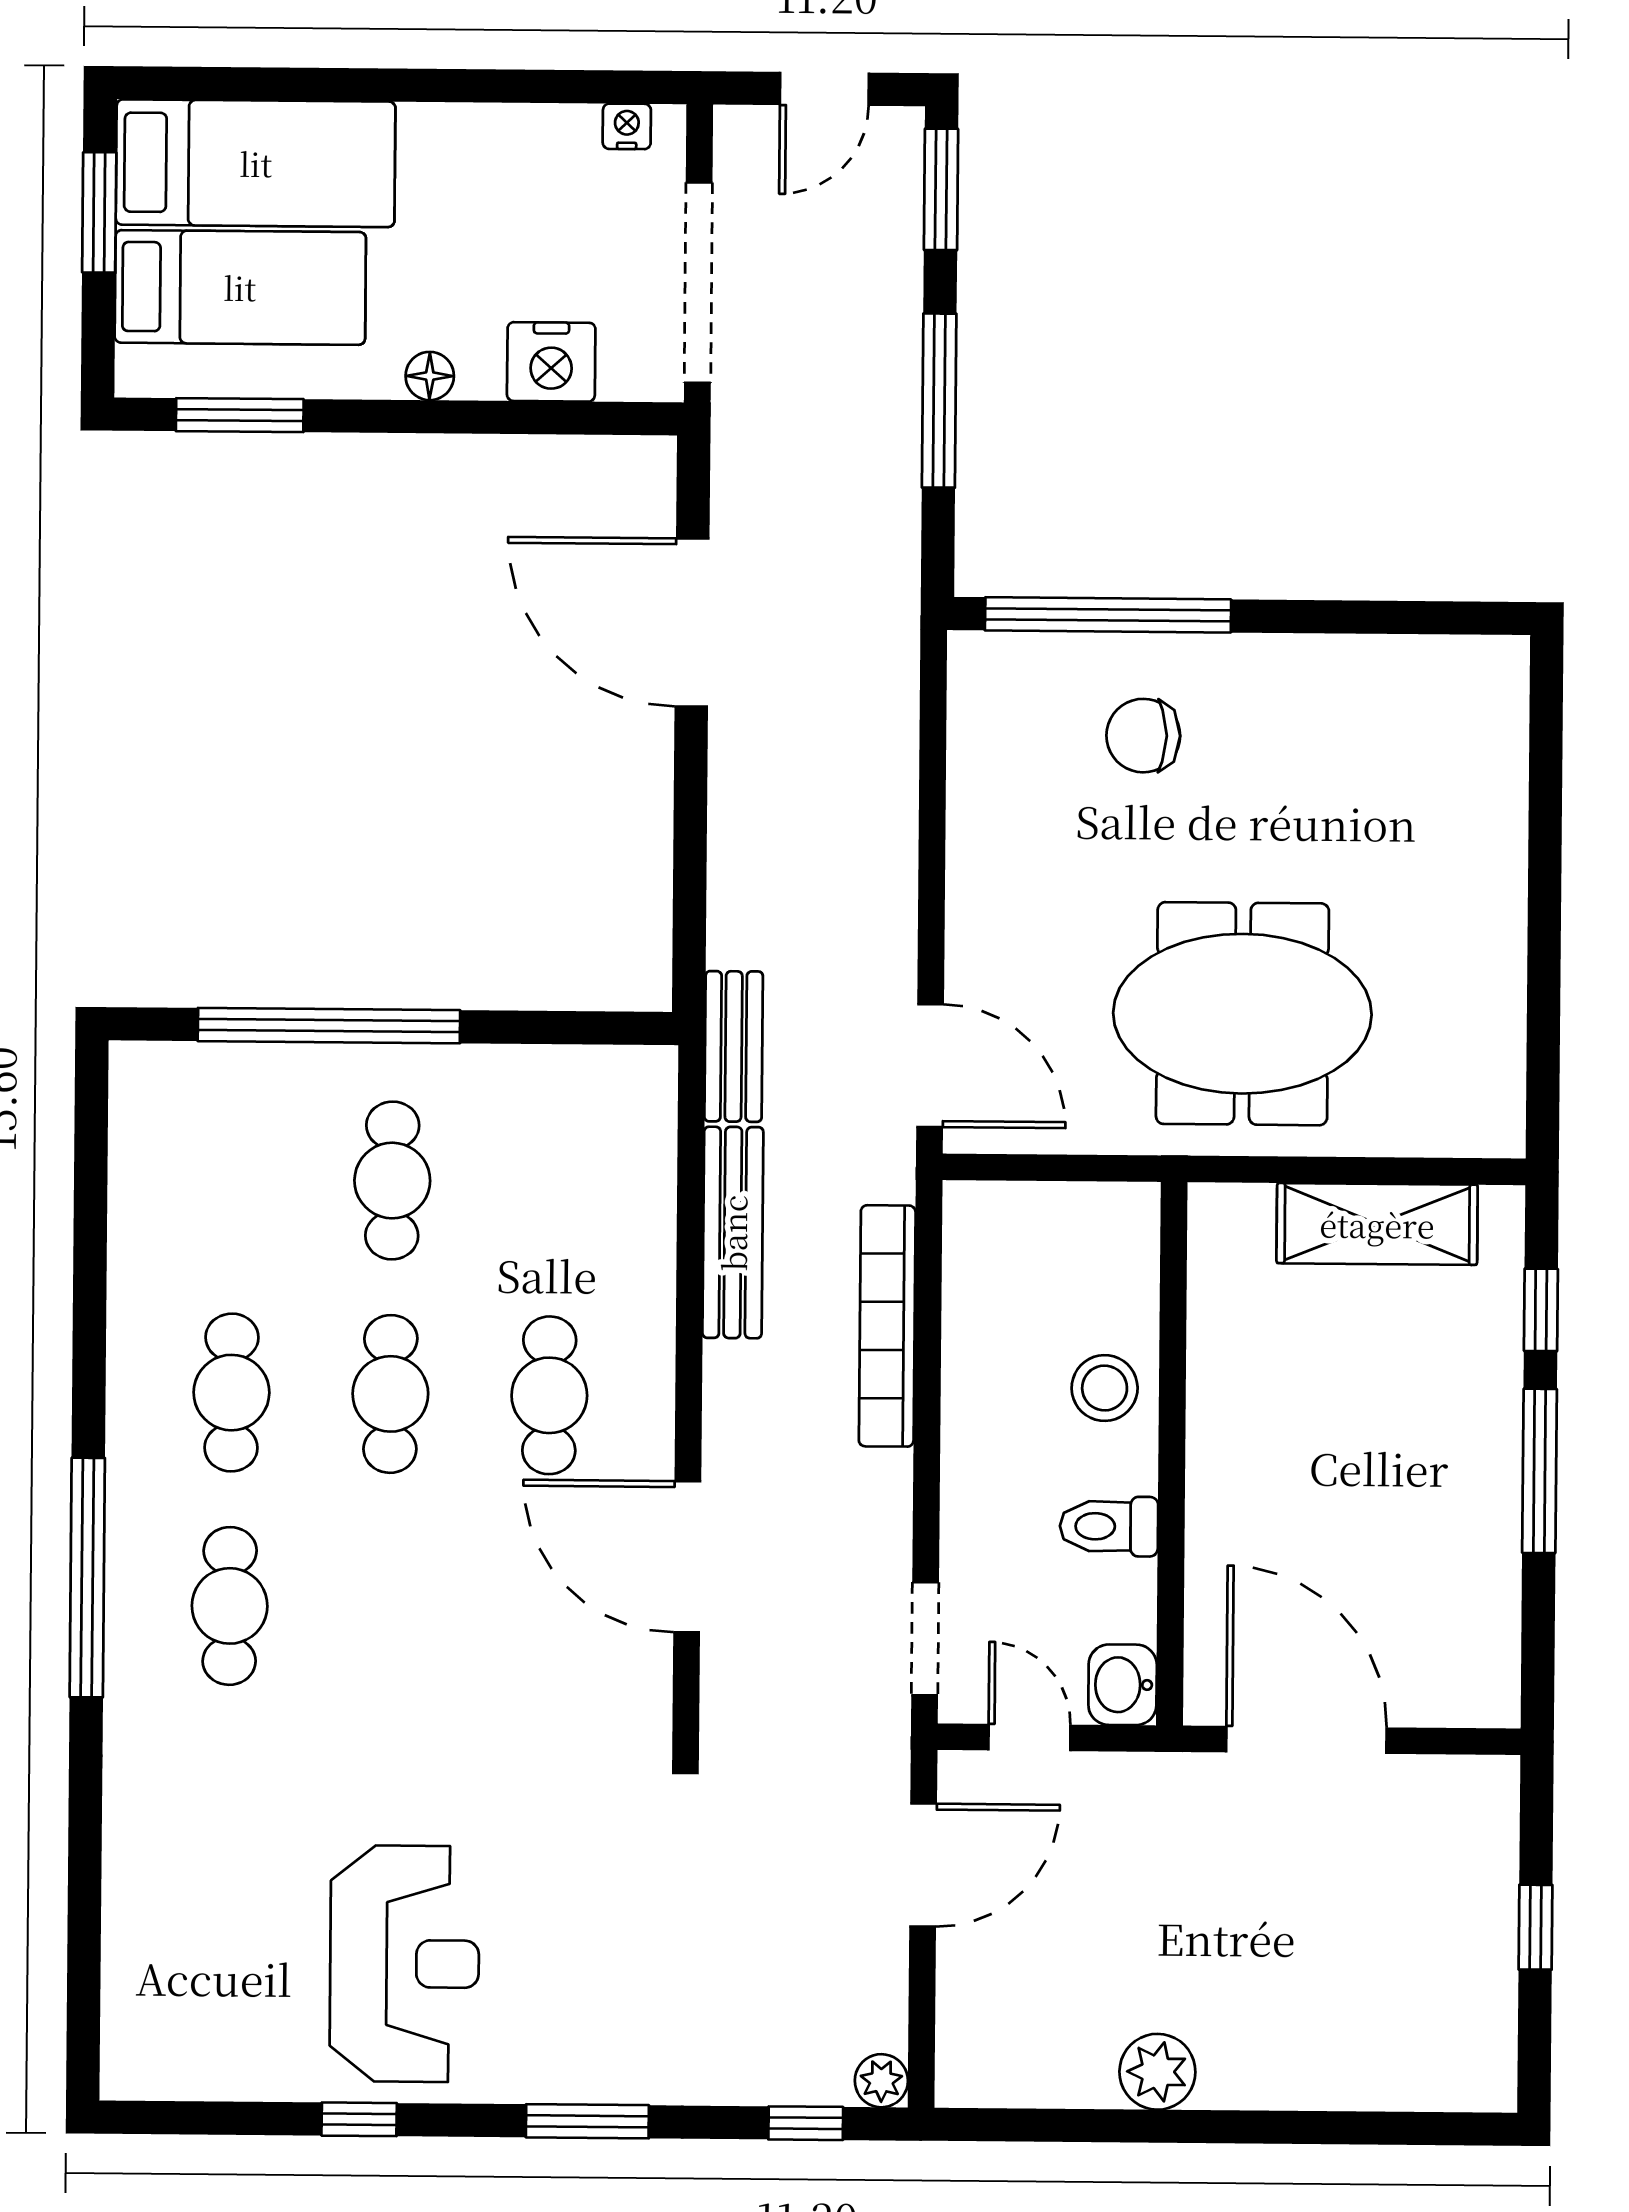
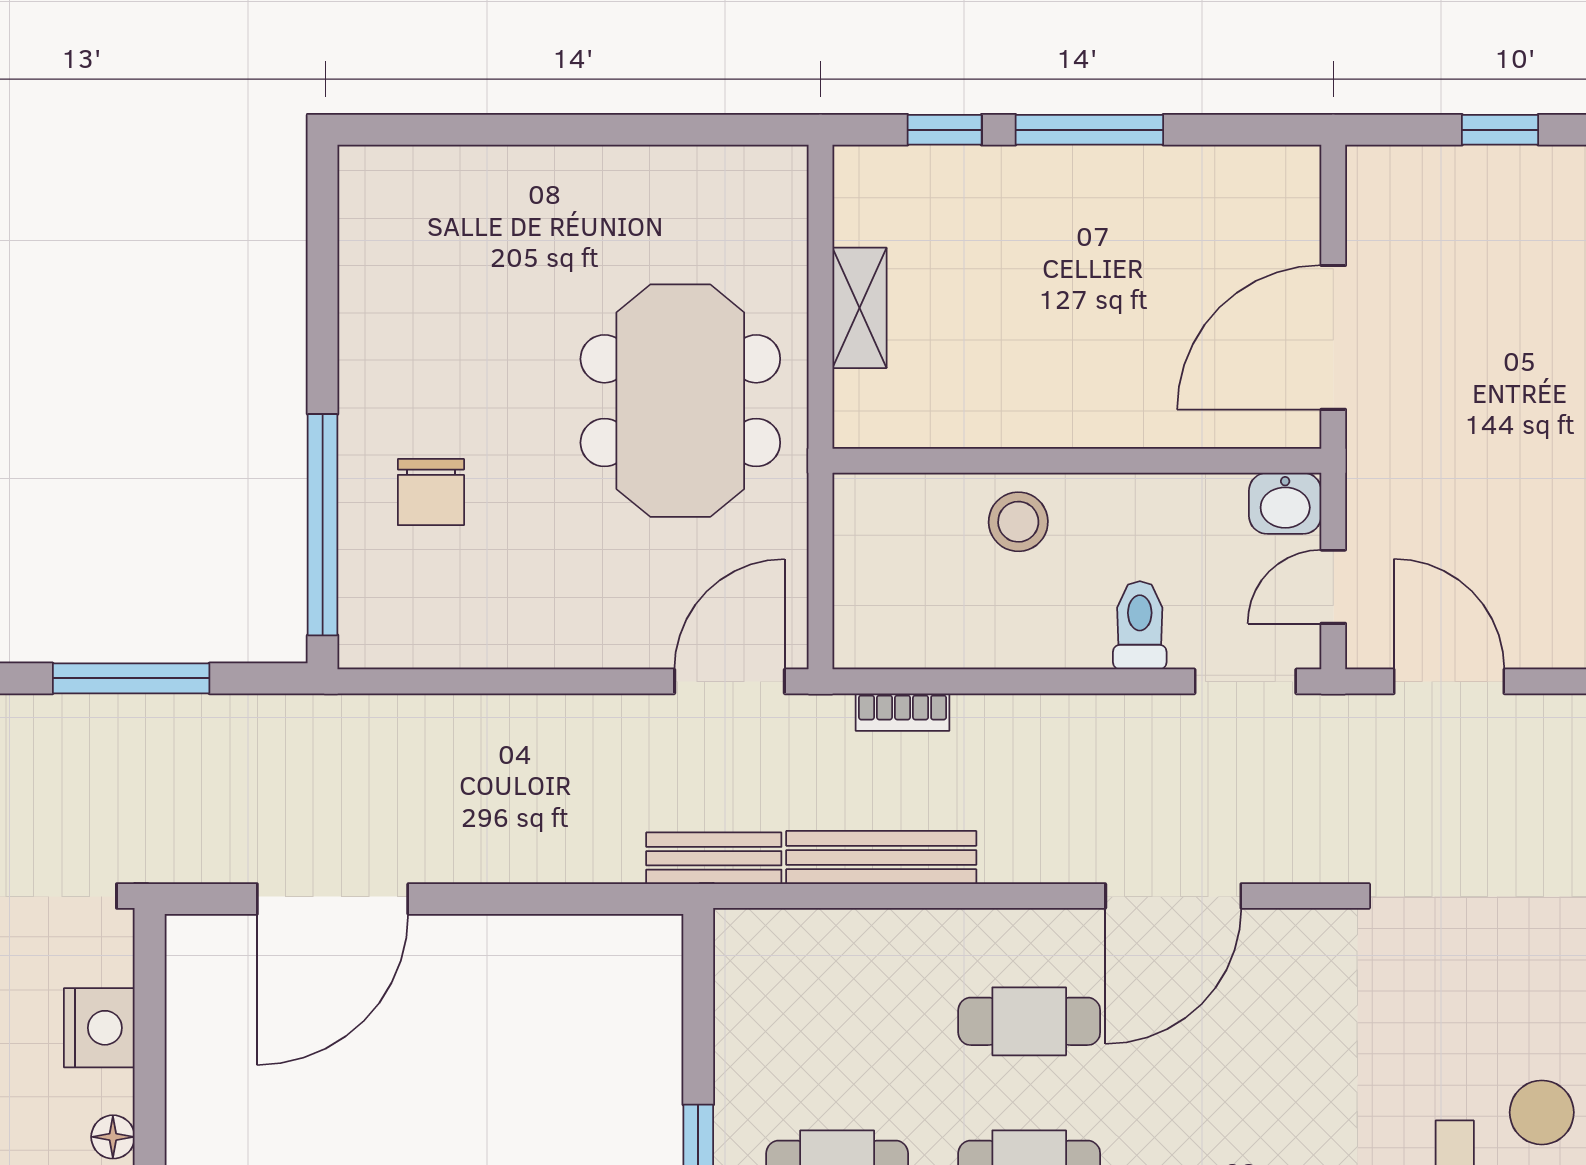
shelving: (1377, 1224) -> (859, 308), width x0.67, depth x0.75
bookcase: (887, 1326) -> (903, 712), width x0.43, depth x0.76
toilet: (1109, 1526) -> (1140, 625), moved, turned 180

